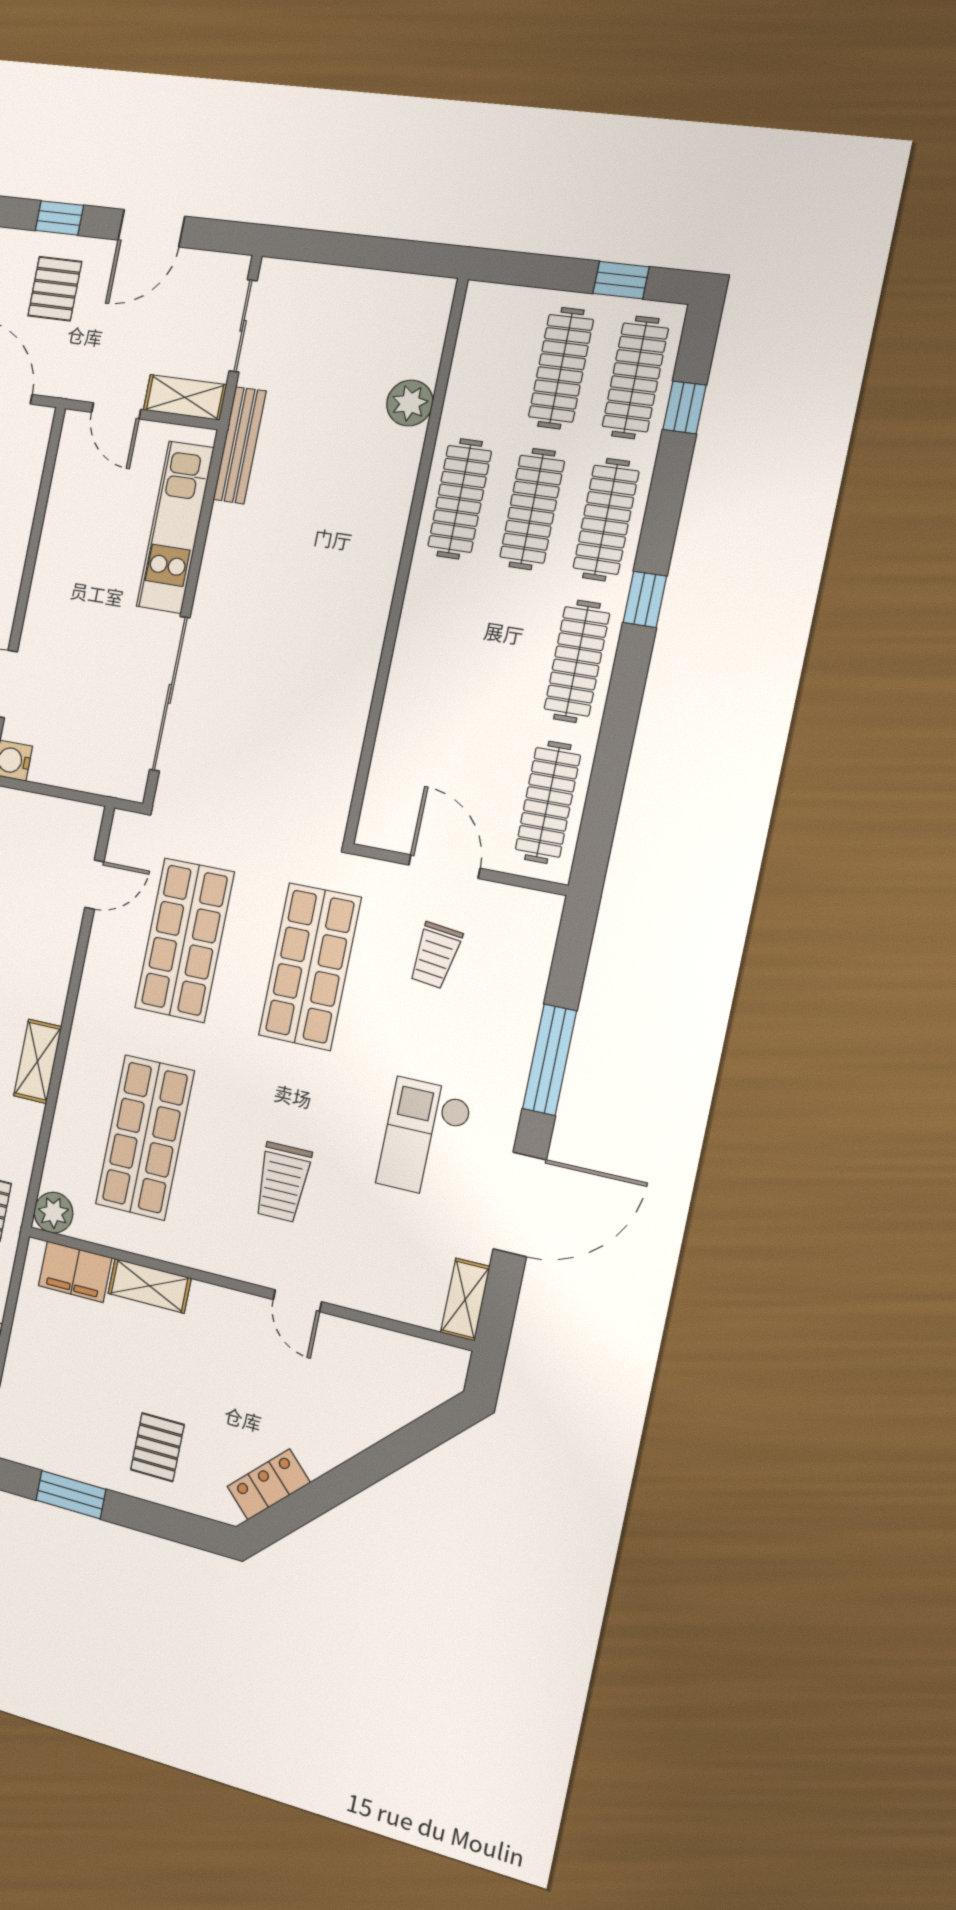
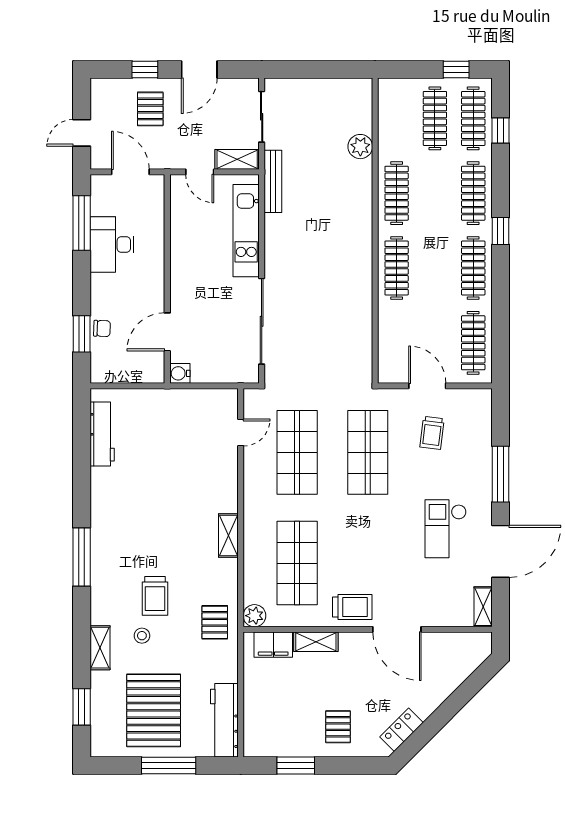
clothes rail: (532, 509) -> (397, 268), moved
trolley: (283, 1182) -> (352, 607), moved, turned -90
door: (297, 1301) -> (397, 629), width x1.88

